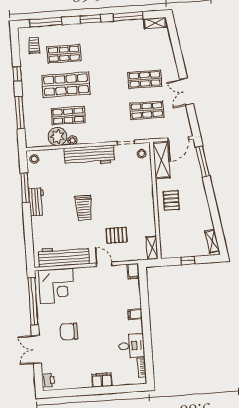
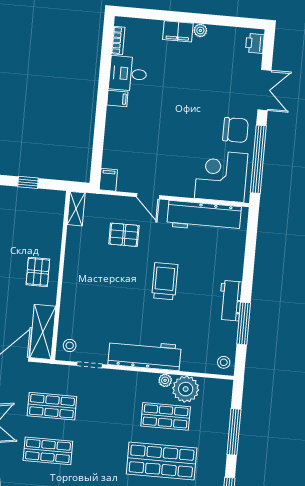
filing cabinet: (135, 314) -> (117, 99), moved
chair: (69, 332) -> (235, 130), moved
plant: (87, 383) -> (200, 30), added

